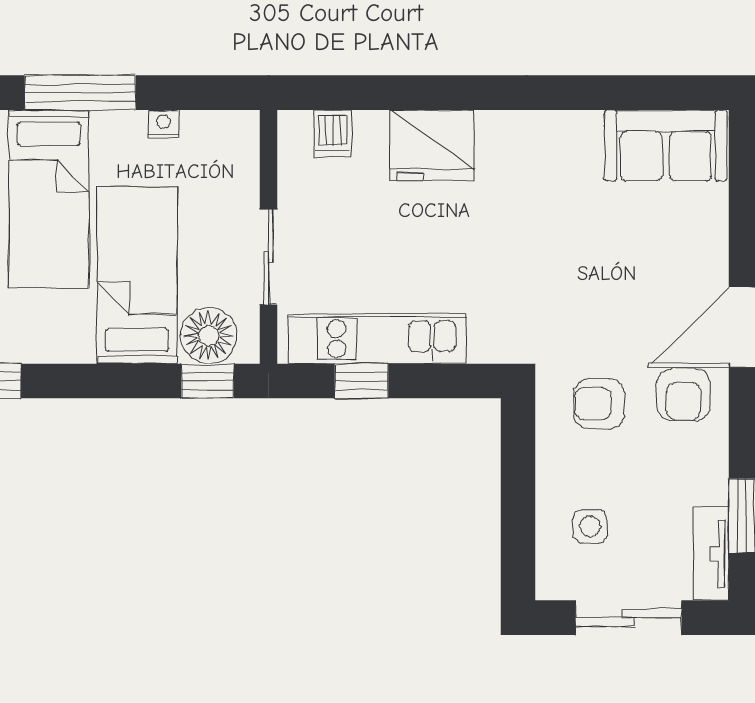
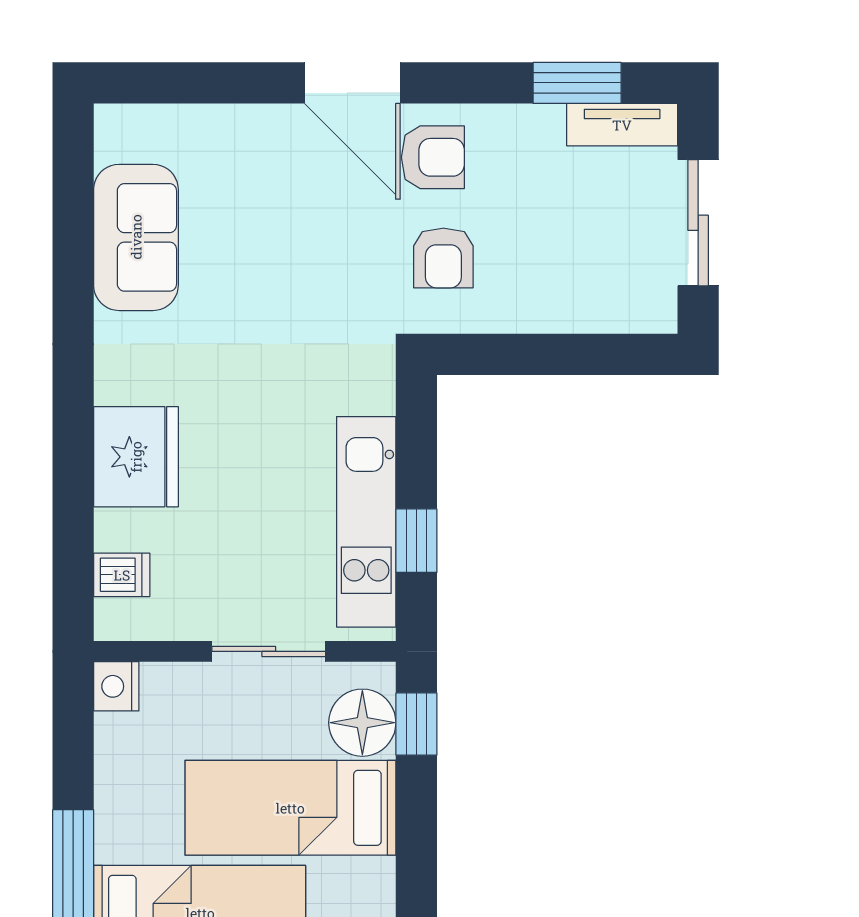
nightstand: (164, 124) -> (116, 686), moved, width x1.39, depth x1.35
sofa: (666, 145) -> (136, 237), moved
side table: (590, 526) -> (590, 268), removed

